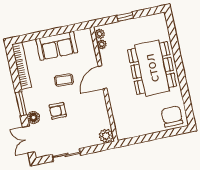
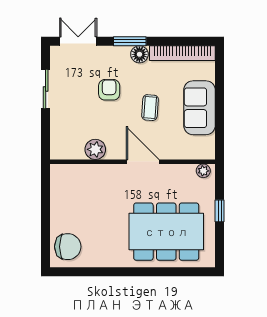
plant: (102, 44) -> (188, 170), removed
dining table: (152, 68) -> (166, 232), moved
floor lamp: (33, 118) -> (139, 54), moved
plant: (106, 136) -> (95, 149), moved

